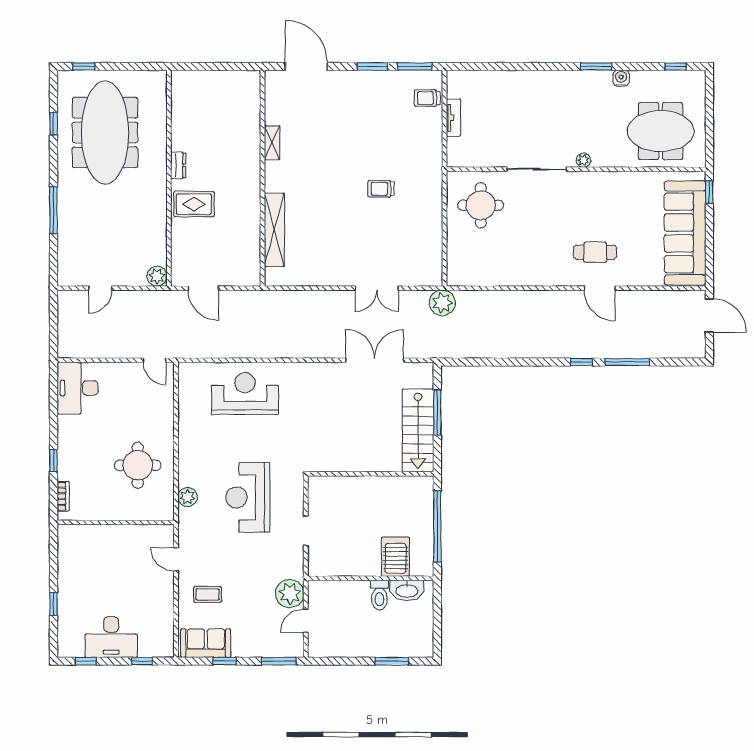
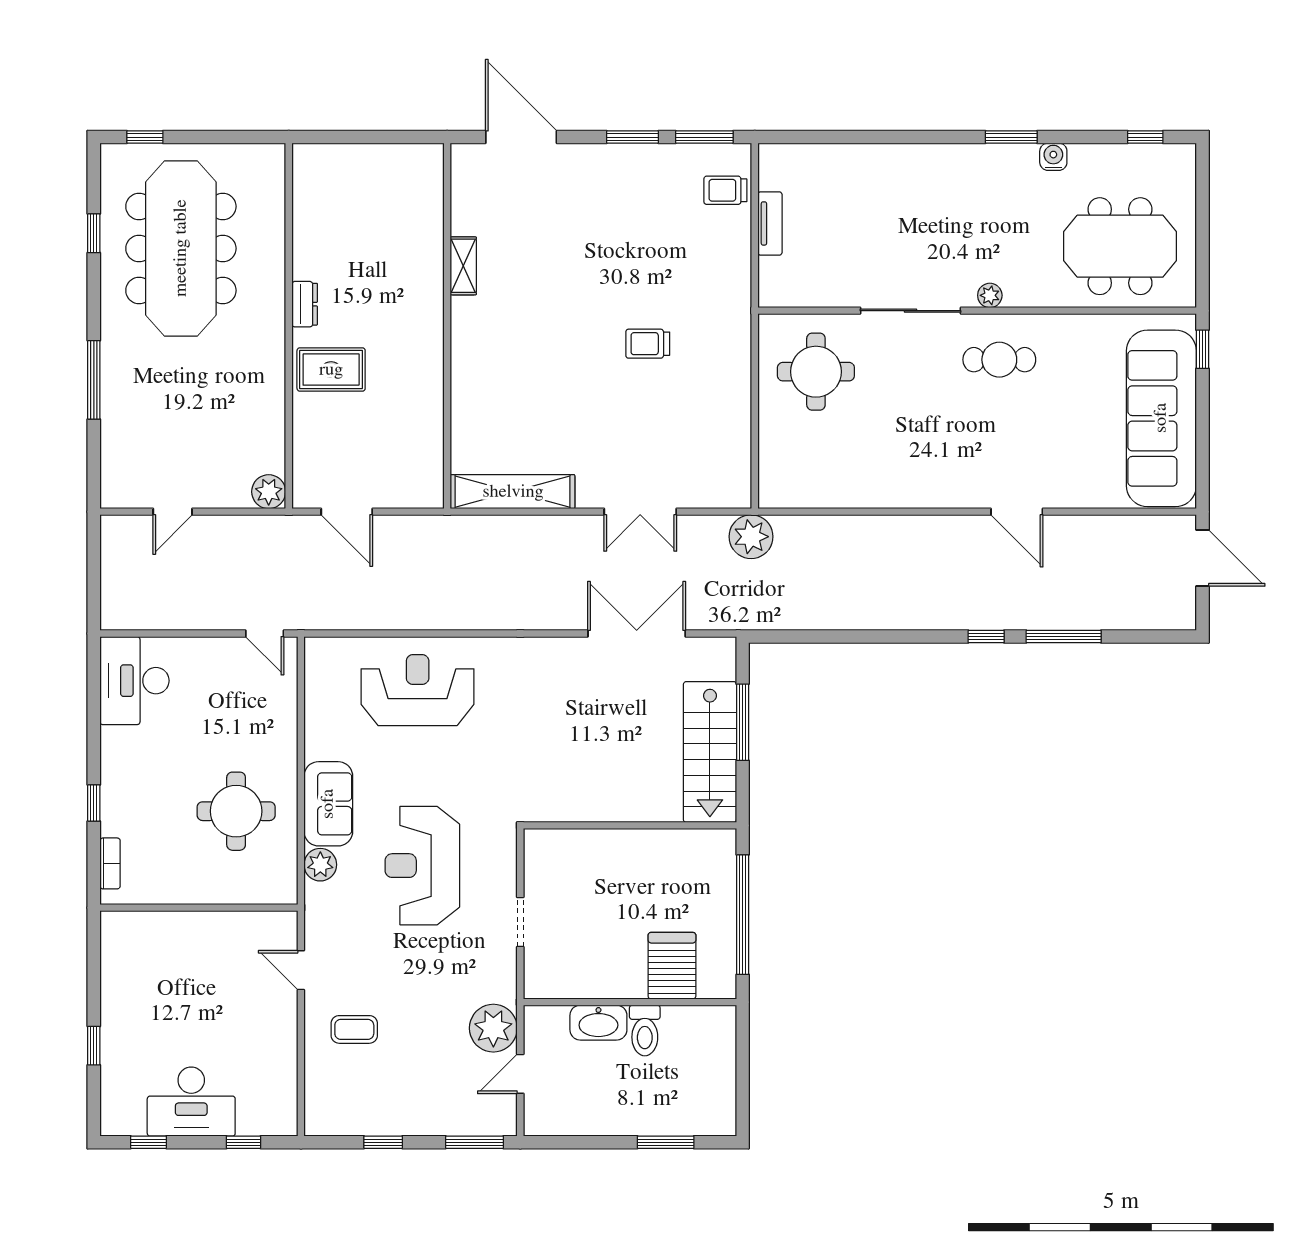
shelving: (274, 230) -> (513, 492), moved, turned 90
cafe table: (595, 252) -> (999, 360), moved
washbasin: (407, 590) -> (598, 1023), moved
sofa: (206, 643) -> (328, 804), moved, turned 90

